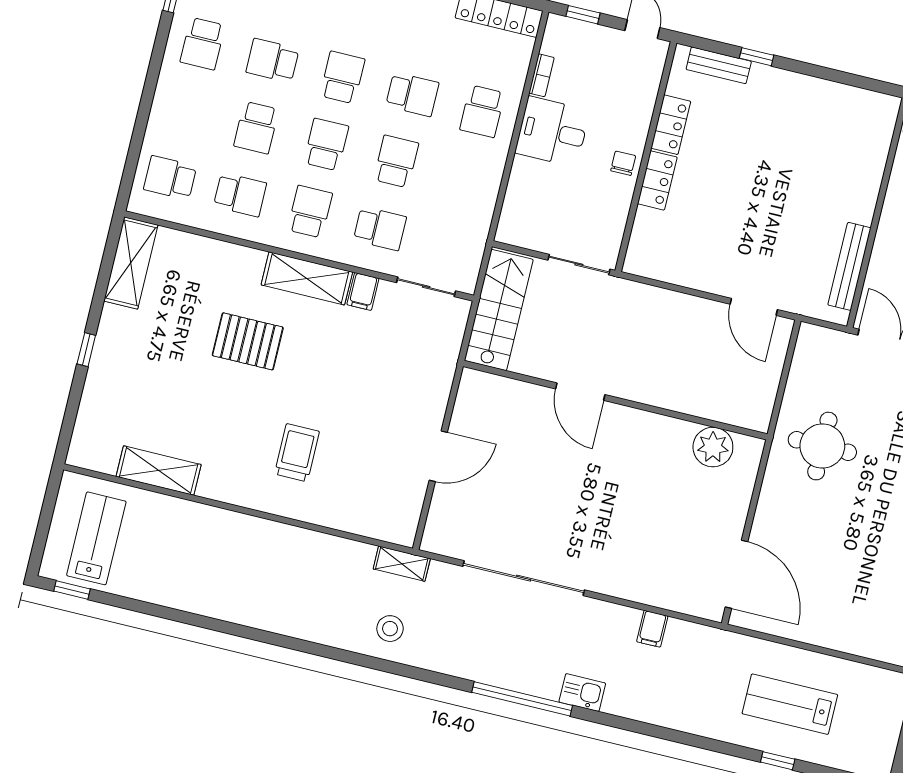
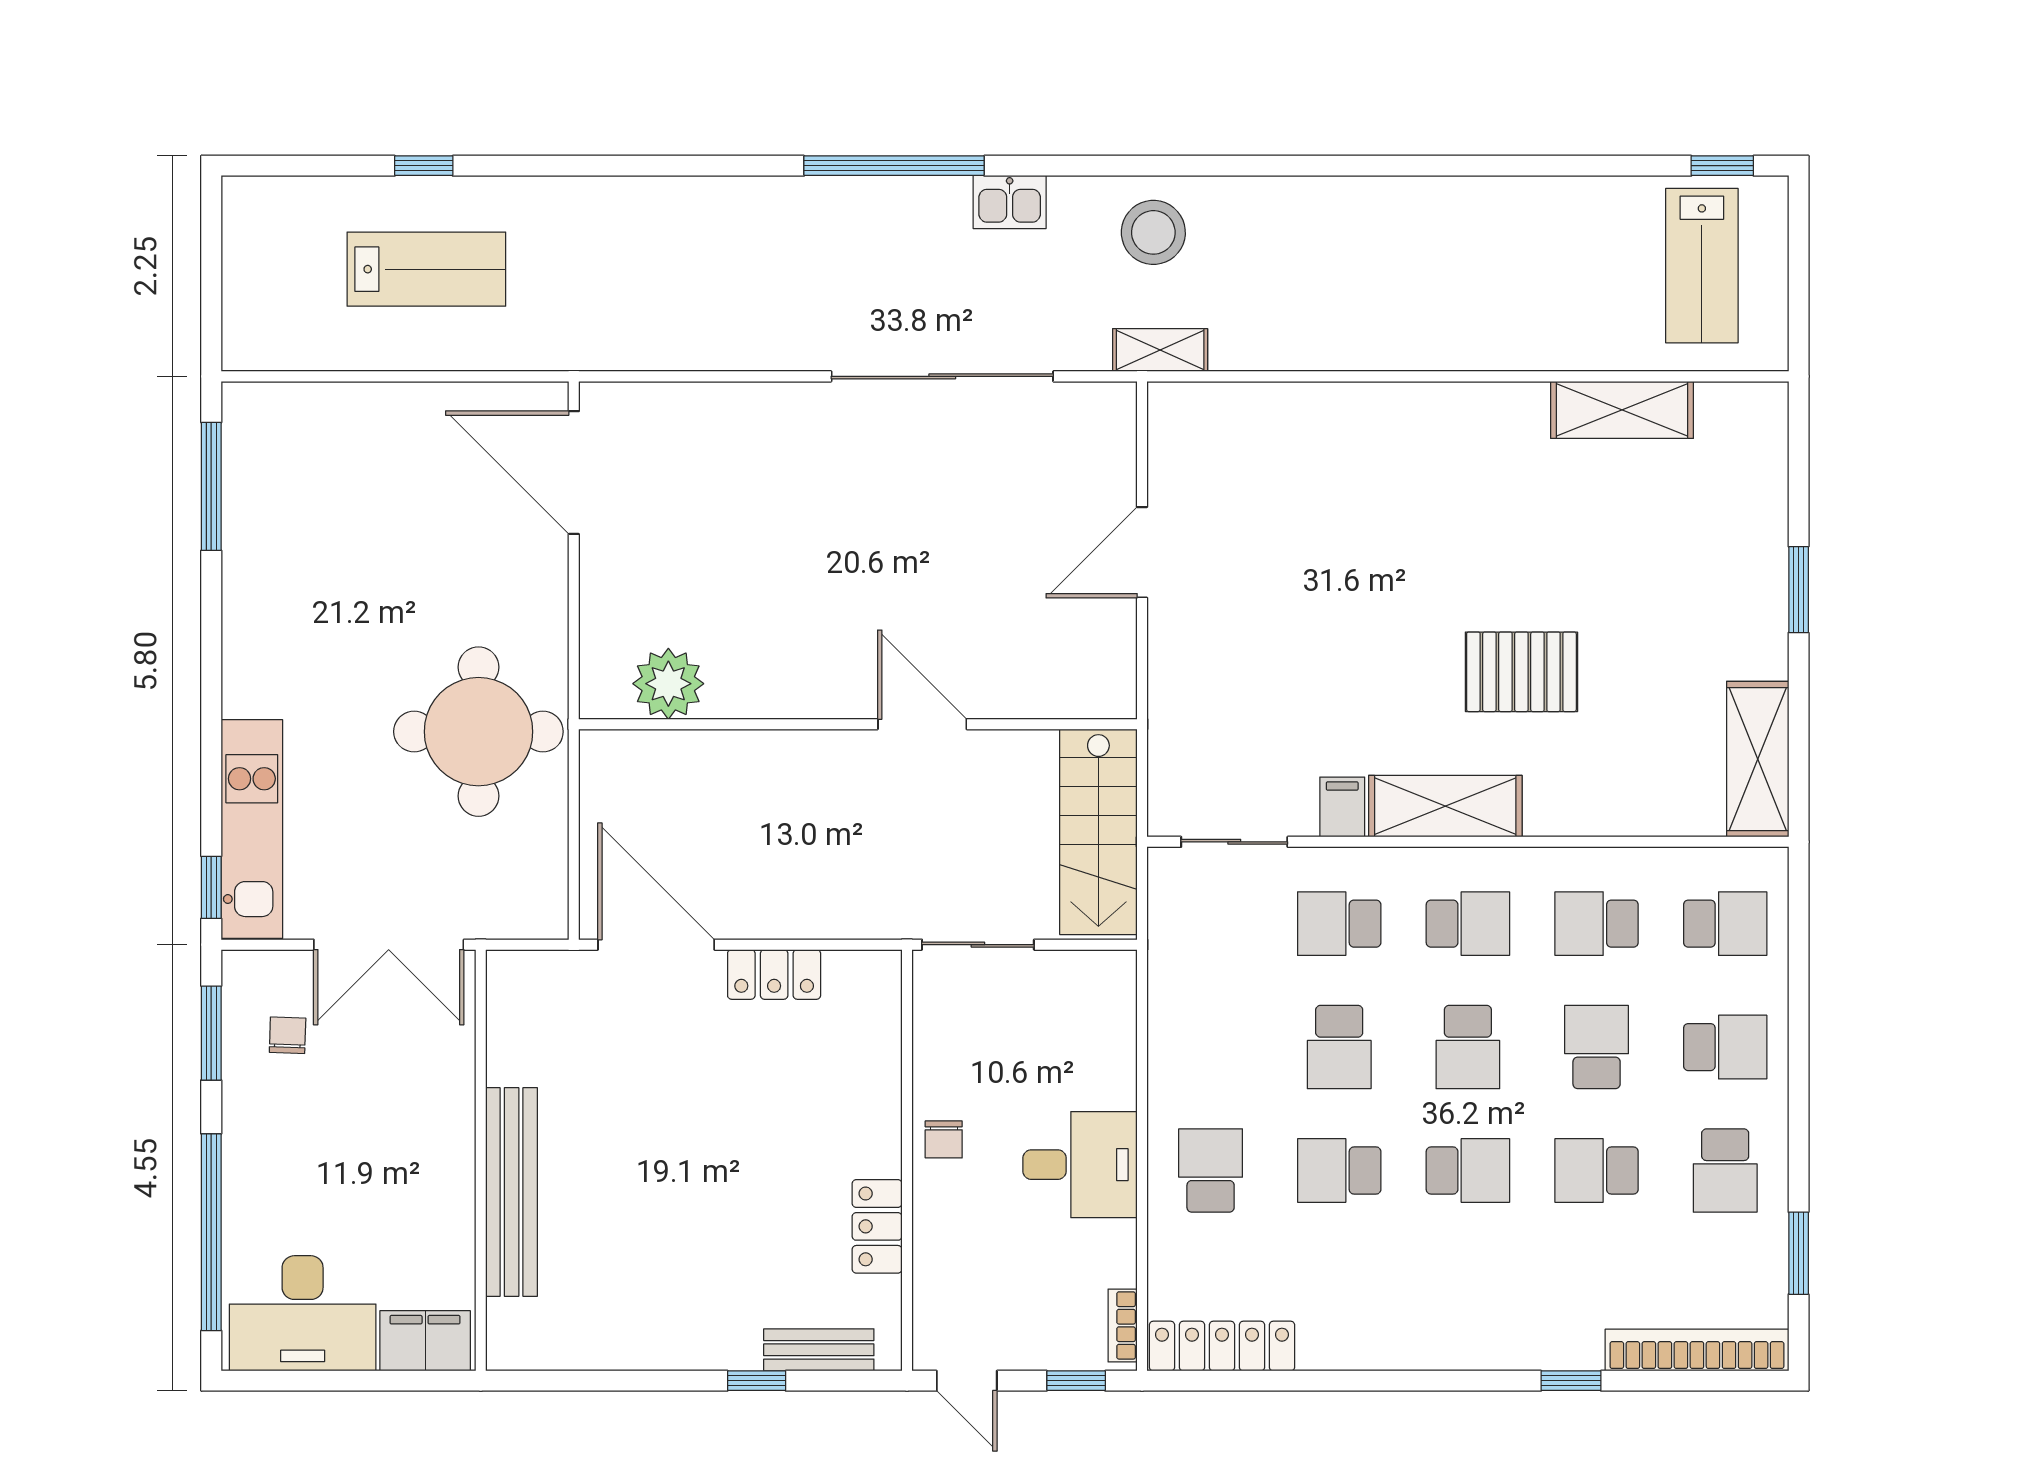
school desk: (203, 44) -> (1725, 1171), turned 180
school desk: (272, 61) -> (1597, 1171), turned 180
bookcase: (542, 75) -> (1123, 1325), moved
school desk: (342, 77) -> (1468, 1171), turned -90
school desk: (186, 111) -> (1725, 1047), added
locker: (657, 180) -> (774, 974), moved, turned -90
school desk: (310, 212) -> (1468, 924), turned -90
bench: (849, 266) -> (512, 1192), moved, width x1.37, depth x1.21
door: (754, 307) -> (656, 945), width x1.36
window: (86, 350) -> (1799, 590), width x1.50
round table: (822, 446) -> (478, 732), width x1.36, depth x1.36
trolley: (297, 453) -> (1389, 499), removed
stool: (390, 629) -> (1153, 232), width x1.38, depth x1.38
filing cabinet: (652, 629) -> (697, 342), removed
kitchen sink: (582, 693) -> (1010, 202), moved

